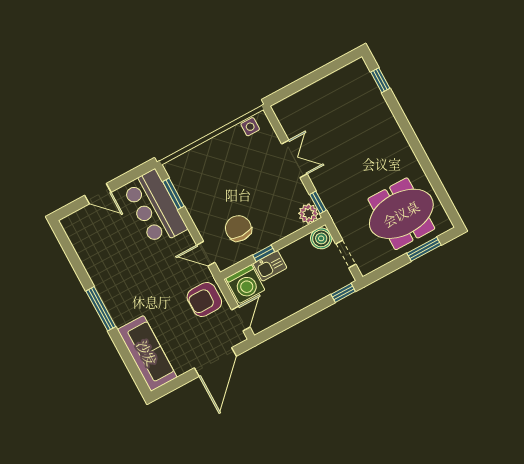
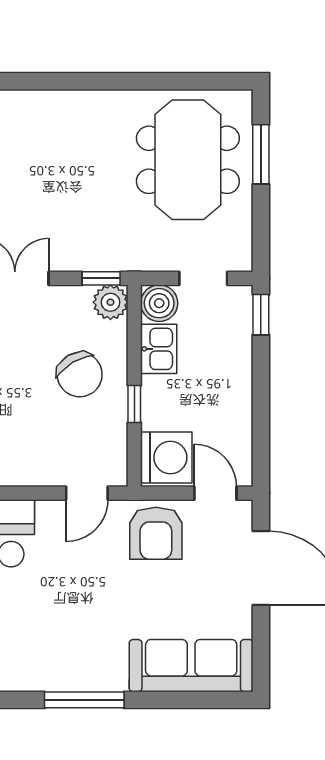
chair: (238, 228) -> (80, 375), moved, turned -121
kitchen sink: (270, 266) -> (159, 349), moved

